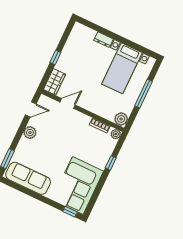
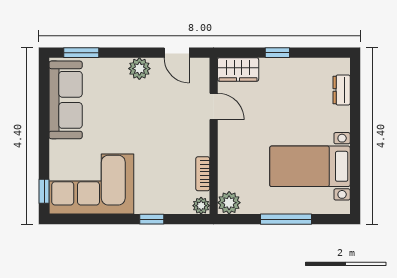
dresser: (104, 40) -> (342, 90), moved

